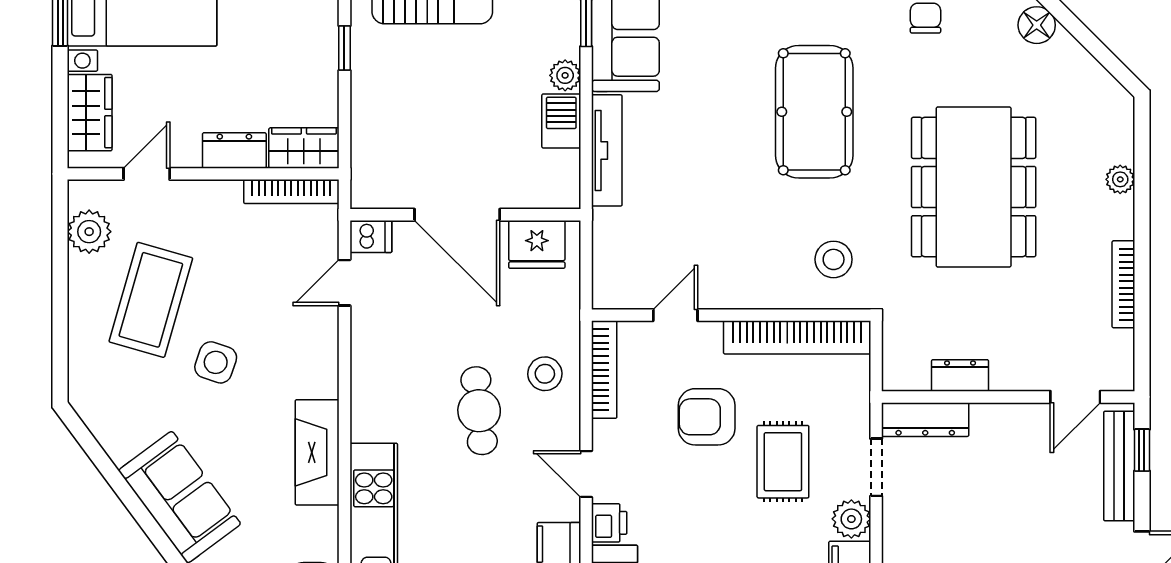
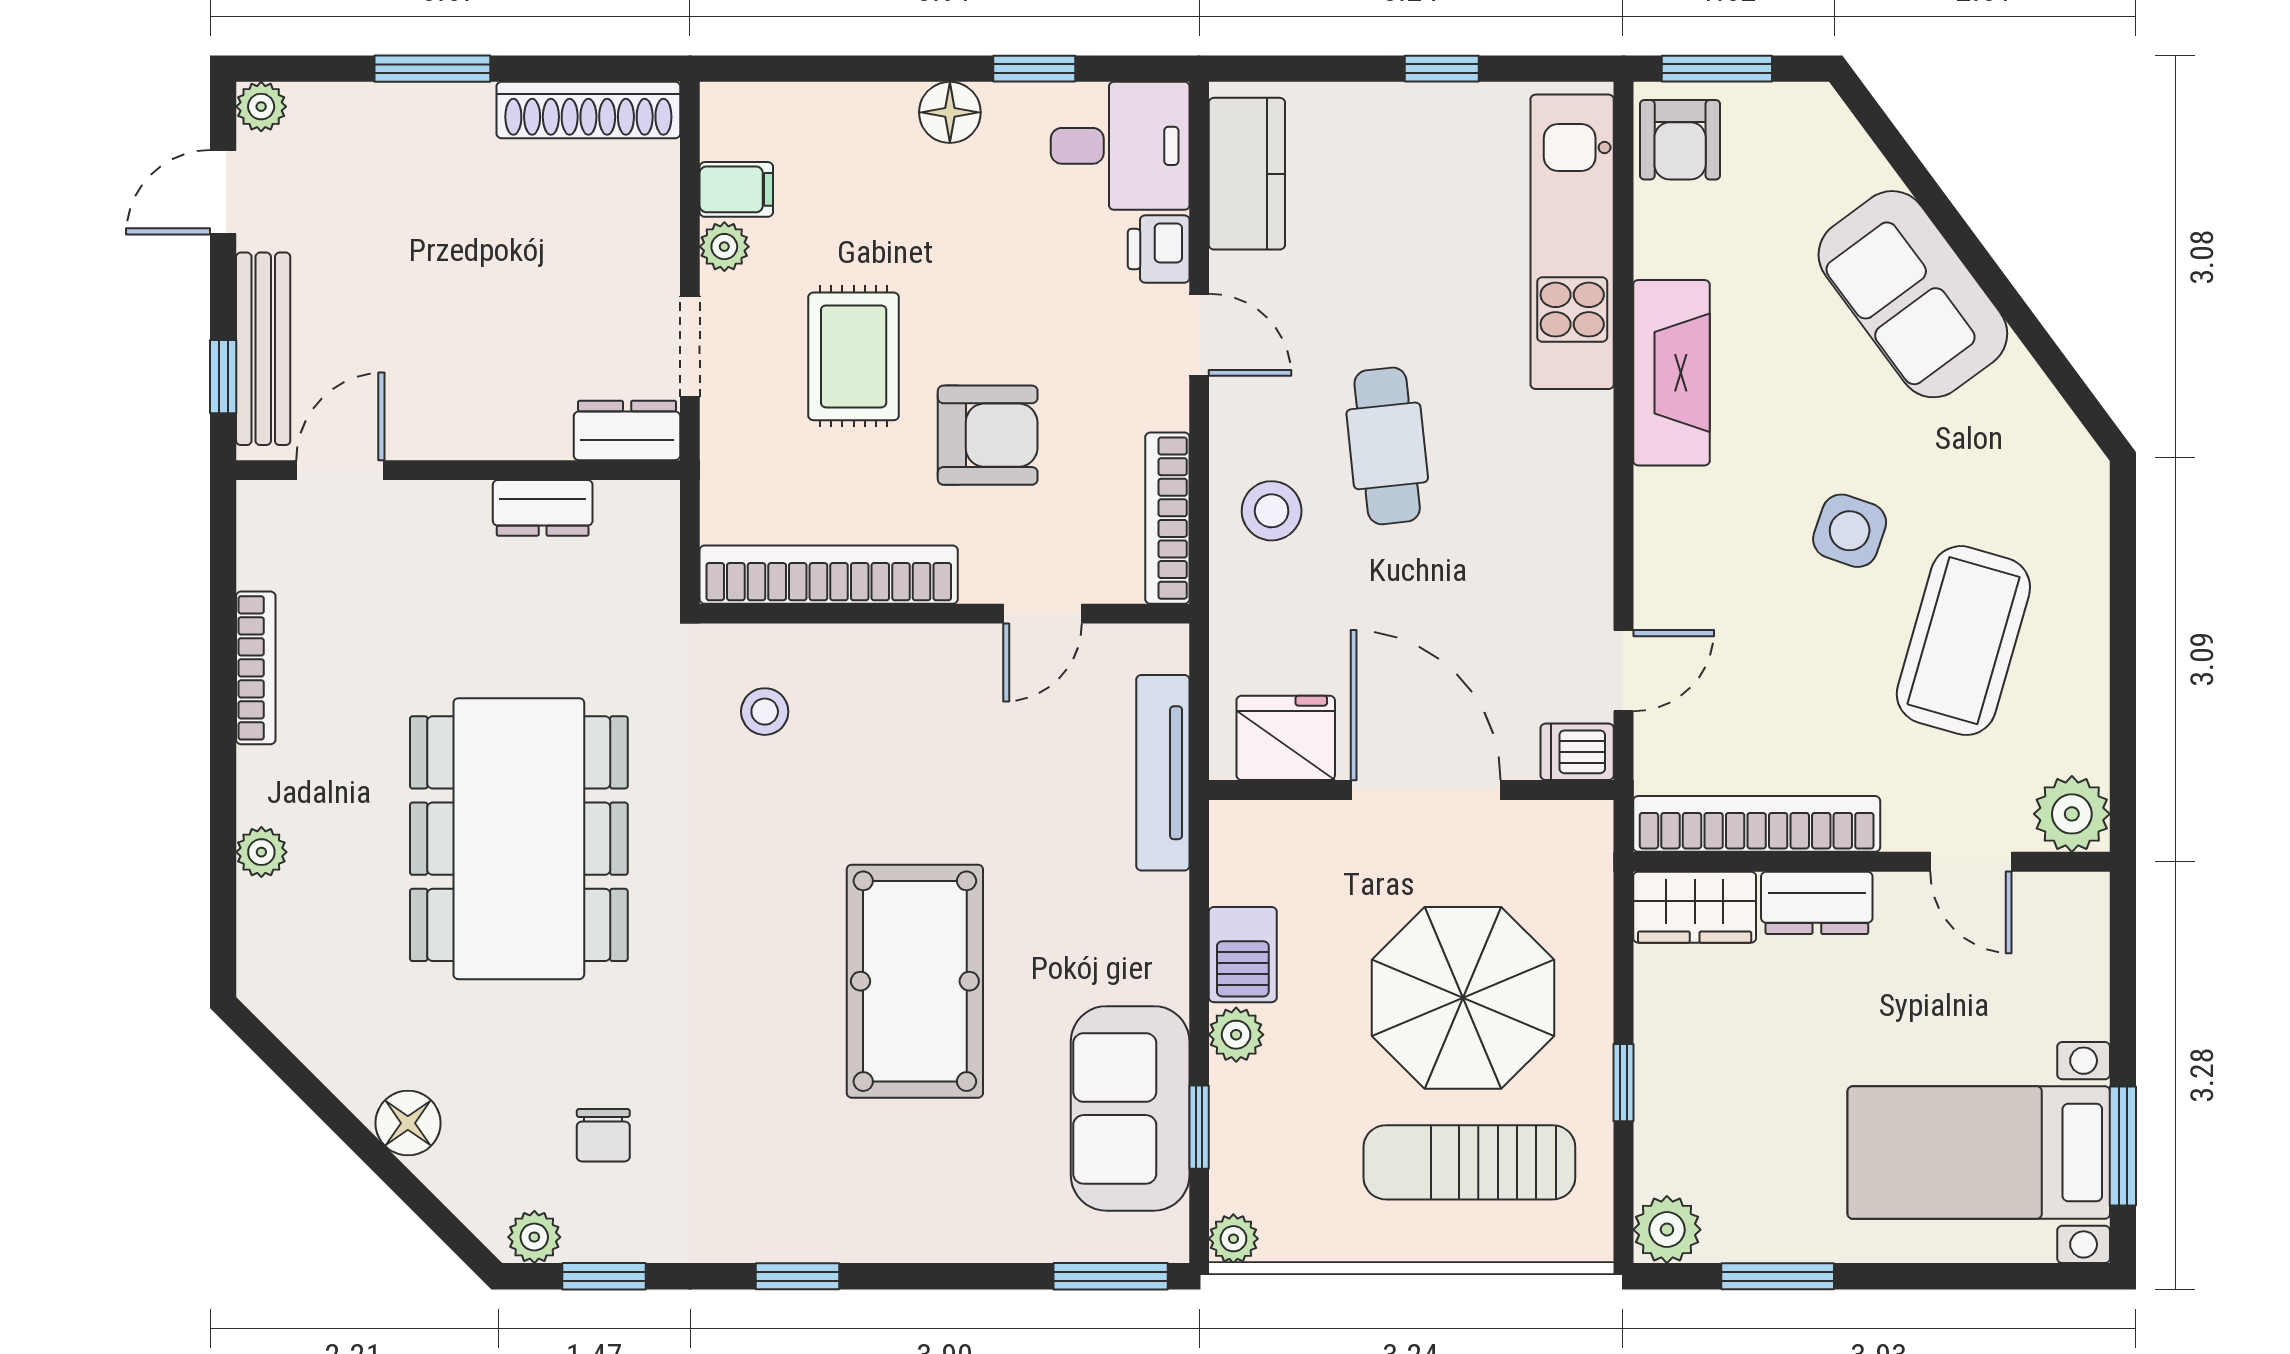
parasol: (436, 96) -> (1463, 998), added
pool table: (814, 112) -> (915, 981), moved
wardrobe: (90, 113) -> (2071, 969), removed
tv unit: (607, 150) -> (1163, 773), moved
door: (147, 174) -> (1971, 862), hinge flipped
bookcase: (291, 192) -> (1757, 824), width x1.48, depth x1.31
plant: (89, 232) -> (2072, 814), moved
stool: (834, 259) -> (765, 712), width x0.73, depth x0.73
dresser: (925, 420) -> (627, 430), width x0.70
plant: (851, 519) -> (724, 247), width x0.73, depth x0.73

